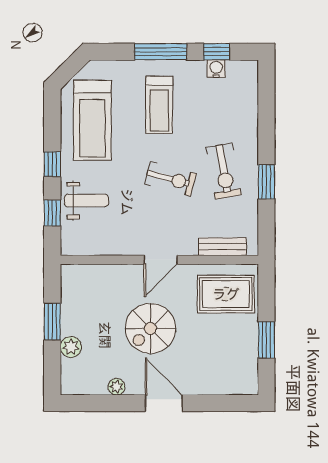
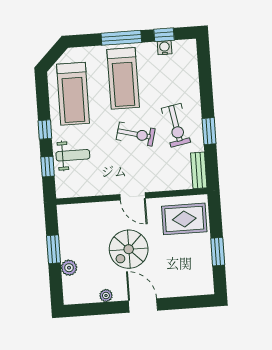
treadmill: (159, 105) -> (123, 78), width x1.37, depth x1.38
bench: (223, 247) -> (199, 170), moved, turned 90
door: (161, 260) -> (133, 196), hinge flipped

